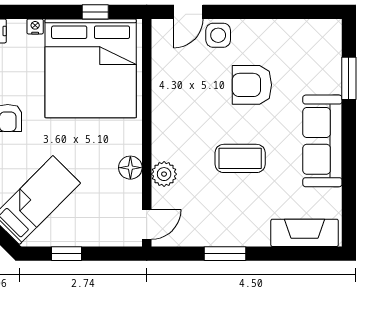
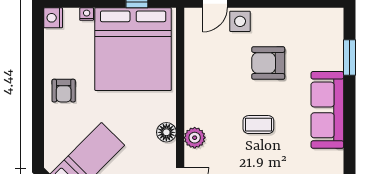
coffee table: (240, 158) -> (258, 125), width x0.73, depth x0.77

